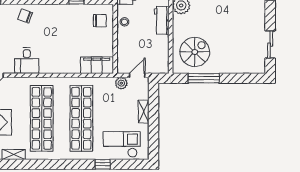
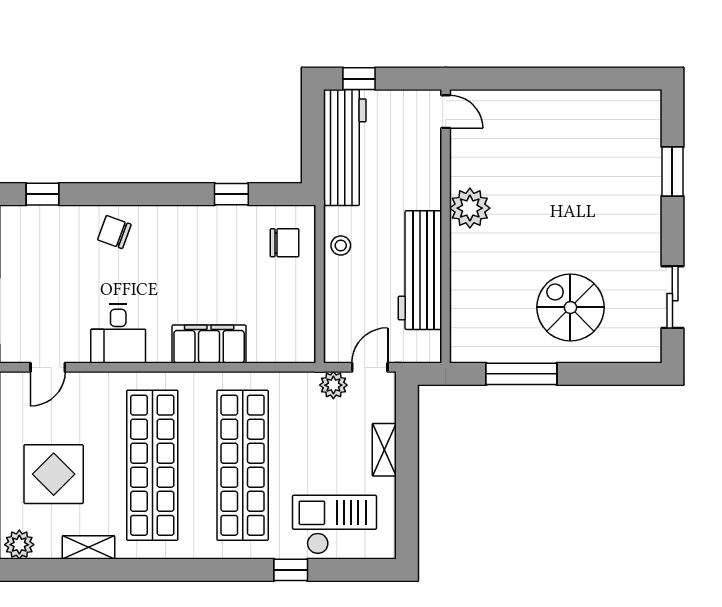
workbench: (162, 20) -> (420, 270), width x1.88, depth x1.32
spiral stairs: (195, 52) -> (570, 307), moved, turned -90
filing cabinet: (97, 65) -> (209, 344), moved

